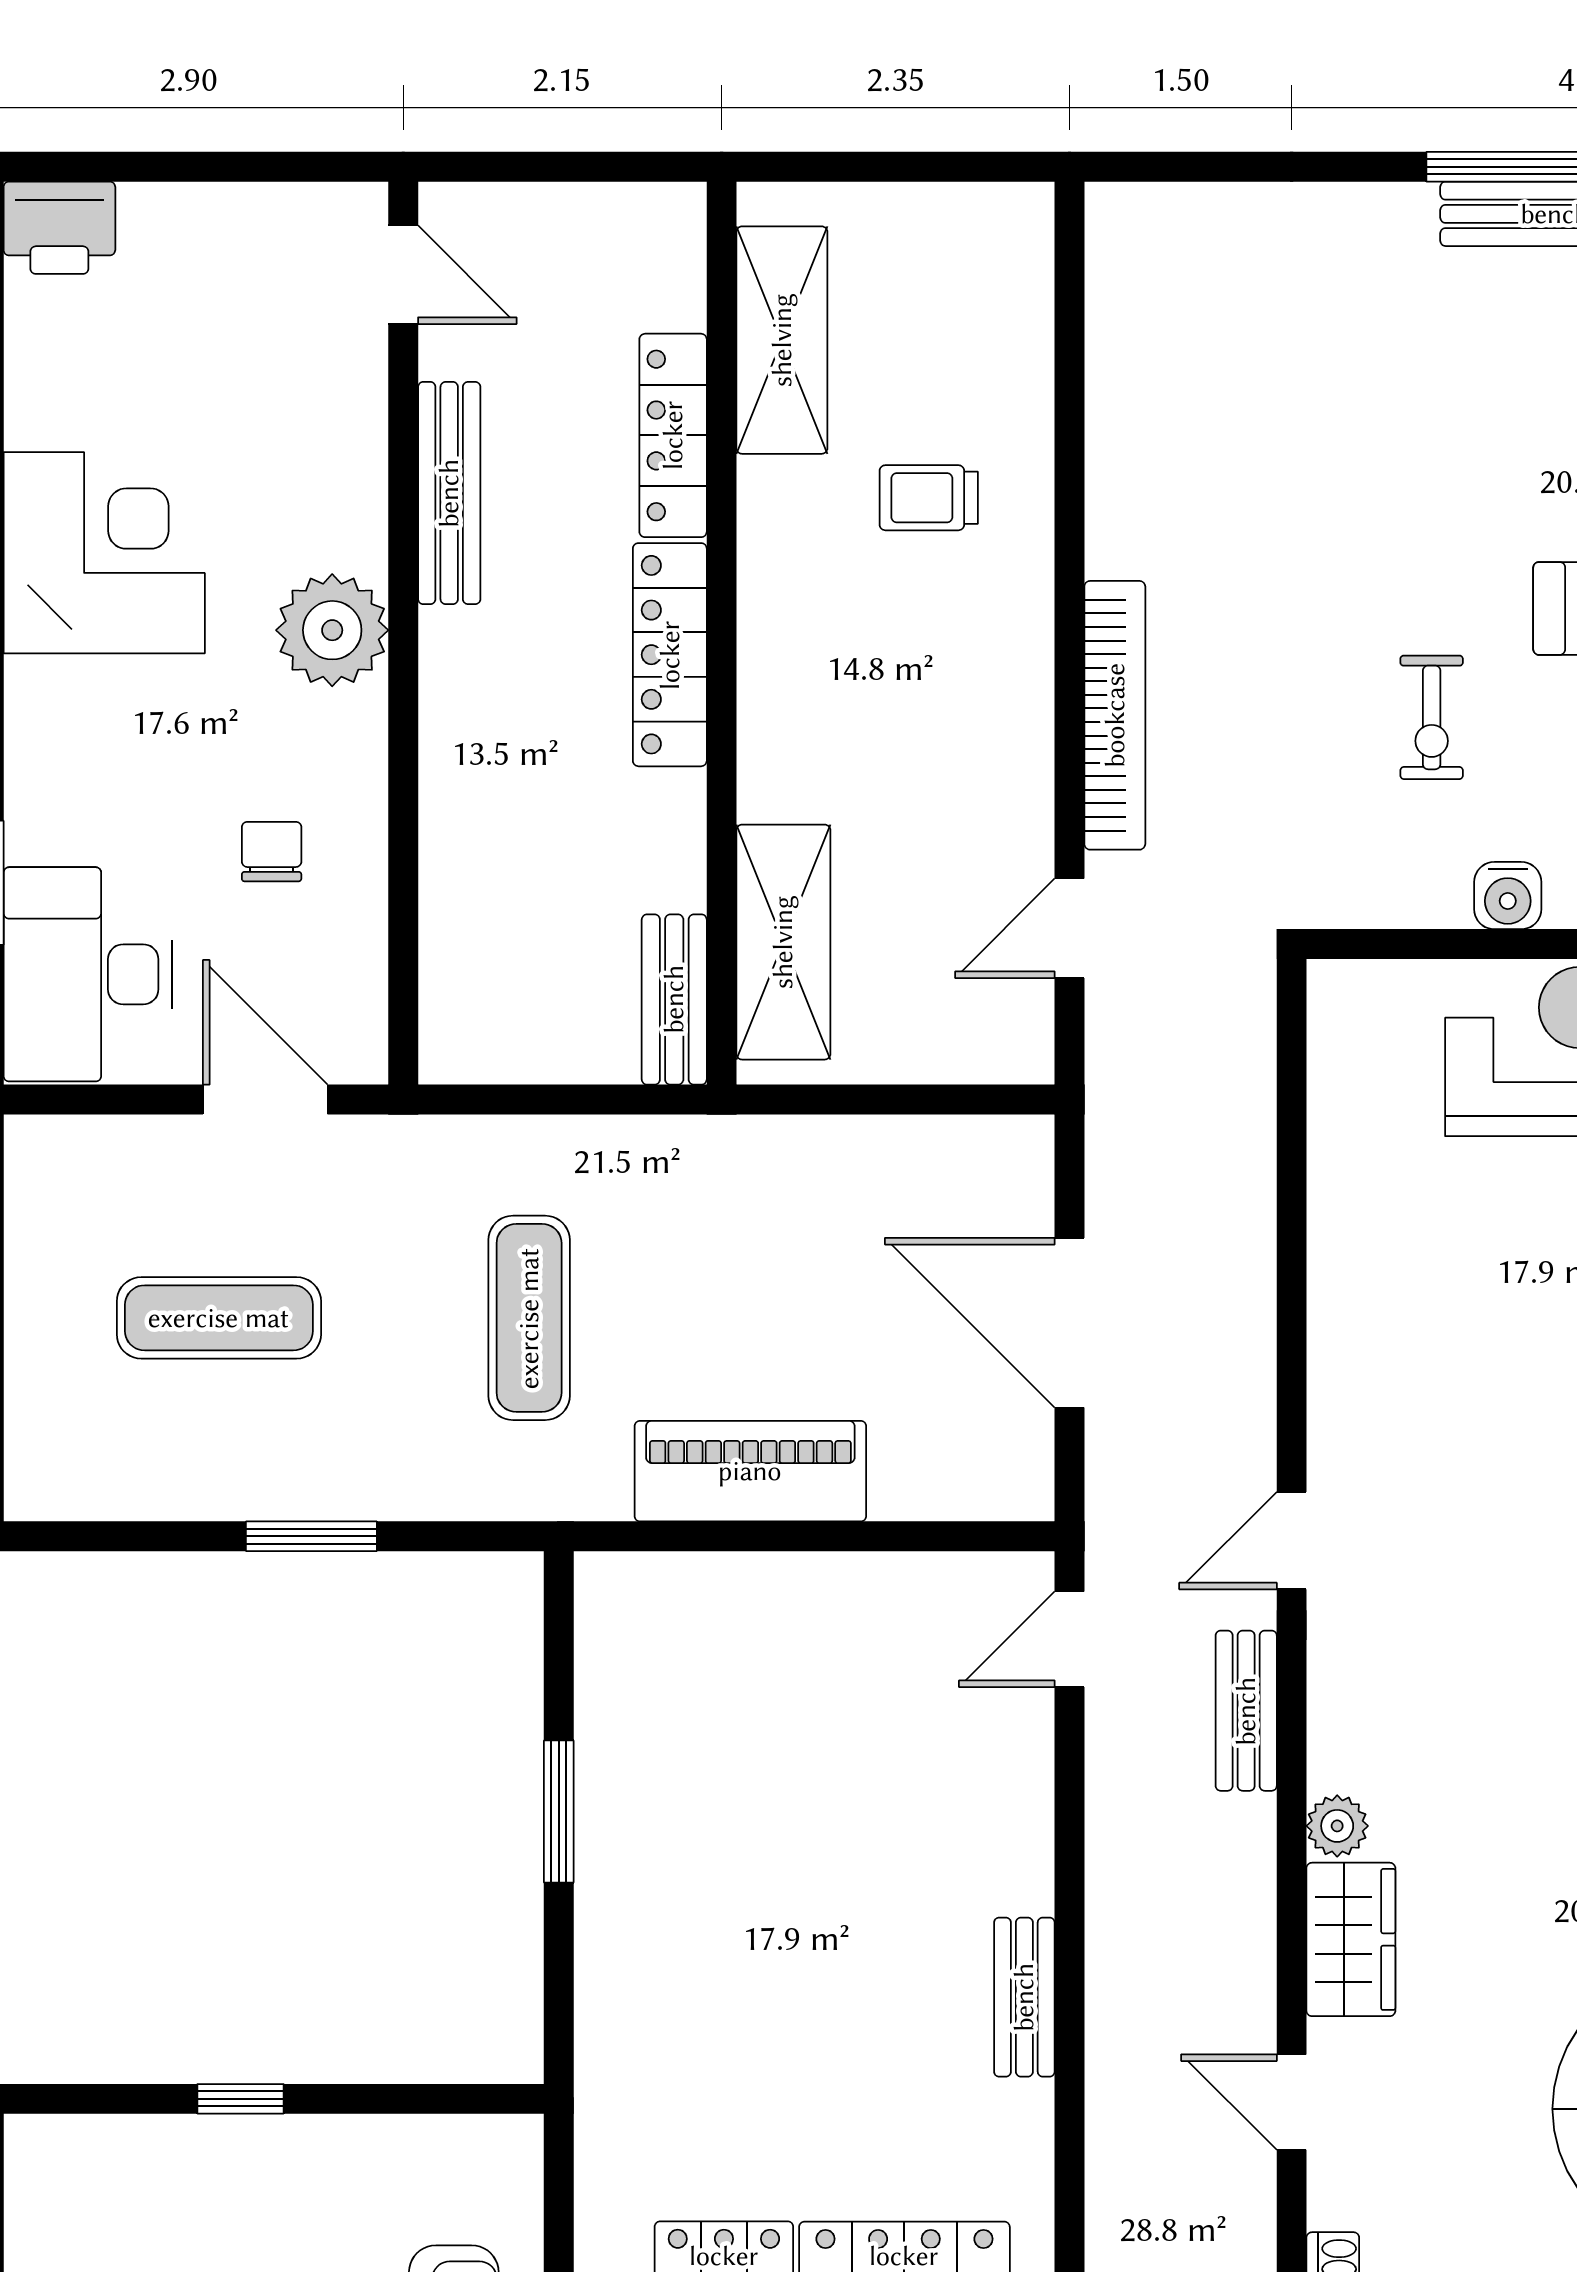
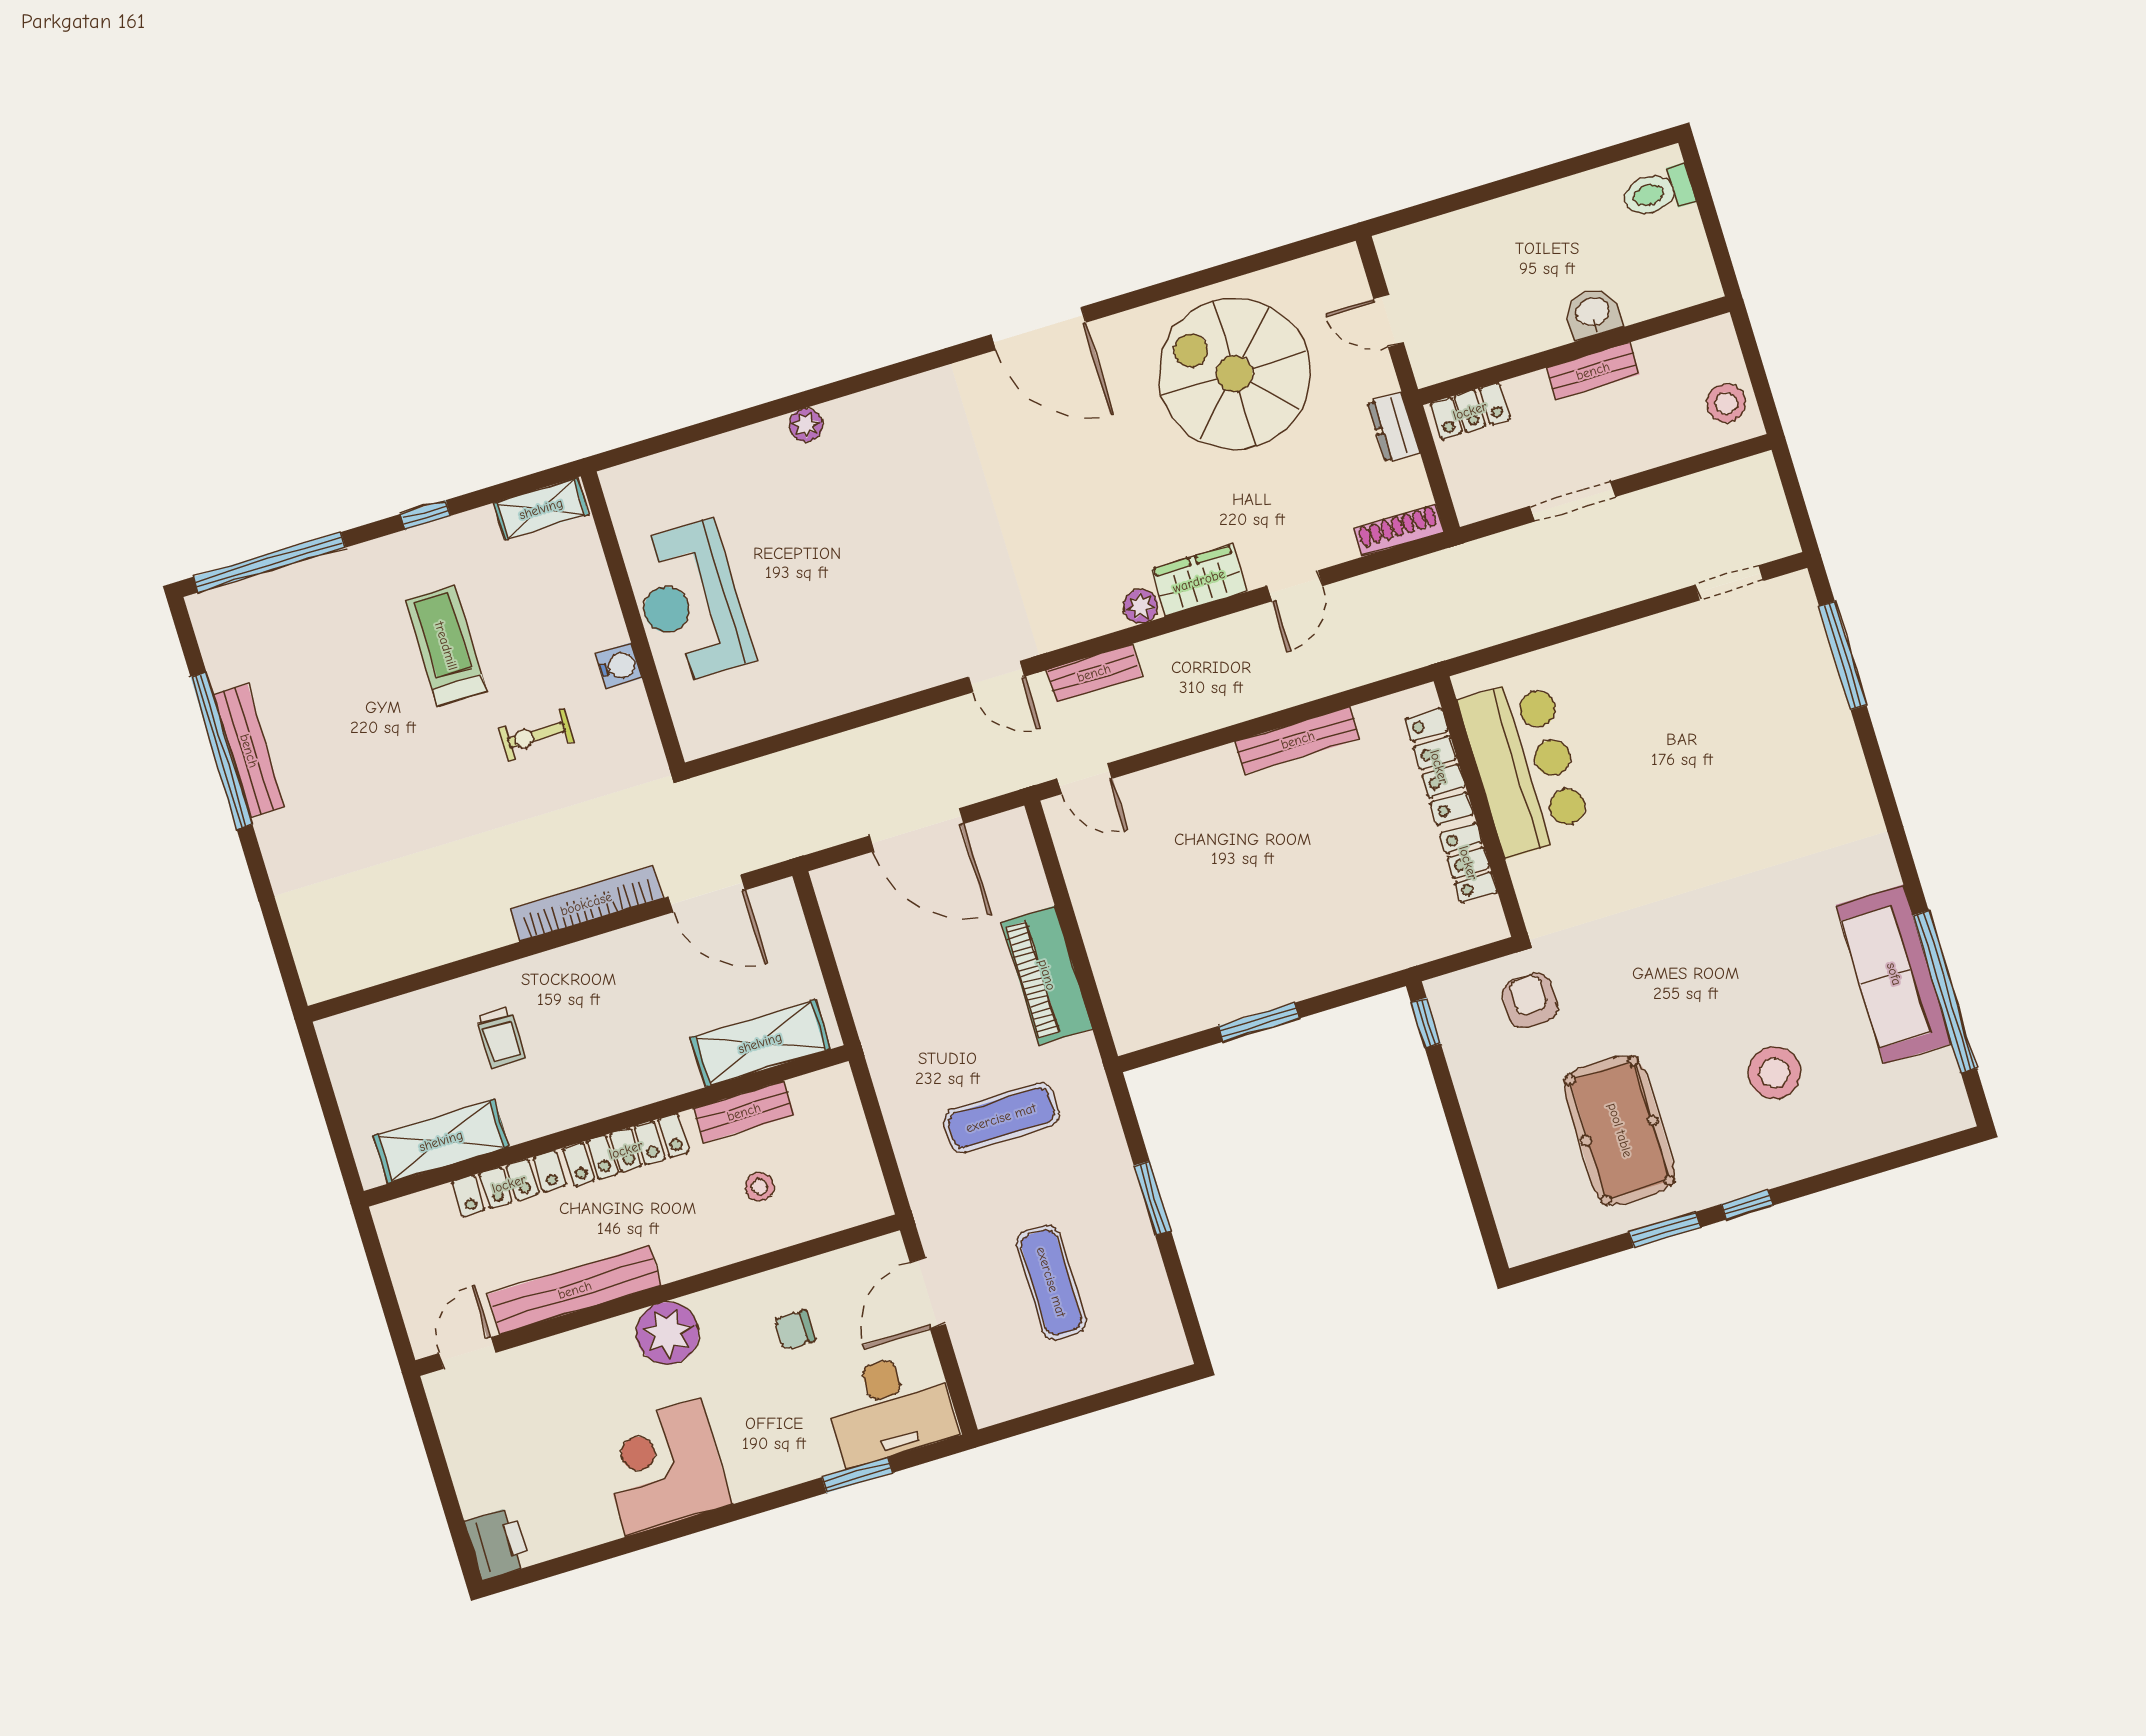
bench: (449, 493) -> (575, 1290), width x1.37, depth x1.21
exercise bike: (1432, 717) -> (536, 735), turned 180
stool: (536, 865) -> (760, 1187), added
door: (1069, 928) -> (707, 893), width x1.38
bench: (674, 999) -> (744, 1112), moved
door: (1069, 1323) -> (917, 830), hinge flipped
bench: (1024, 1997) -> (1298, 740), width x1.36
window: (241, 2099) -> (1426, 1023), moved

